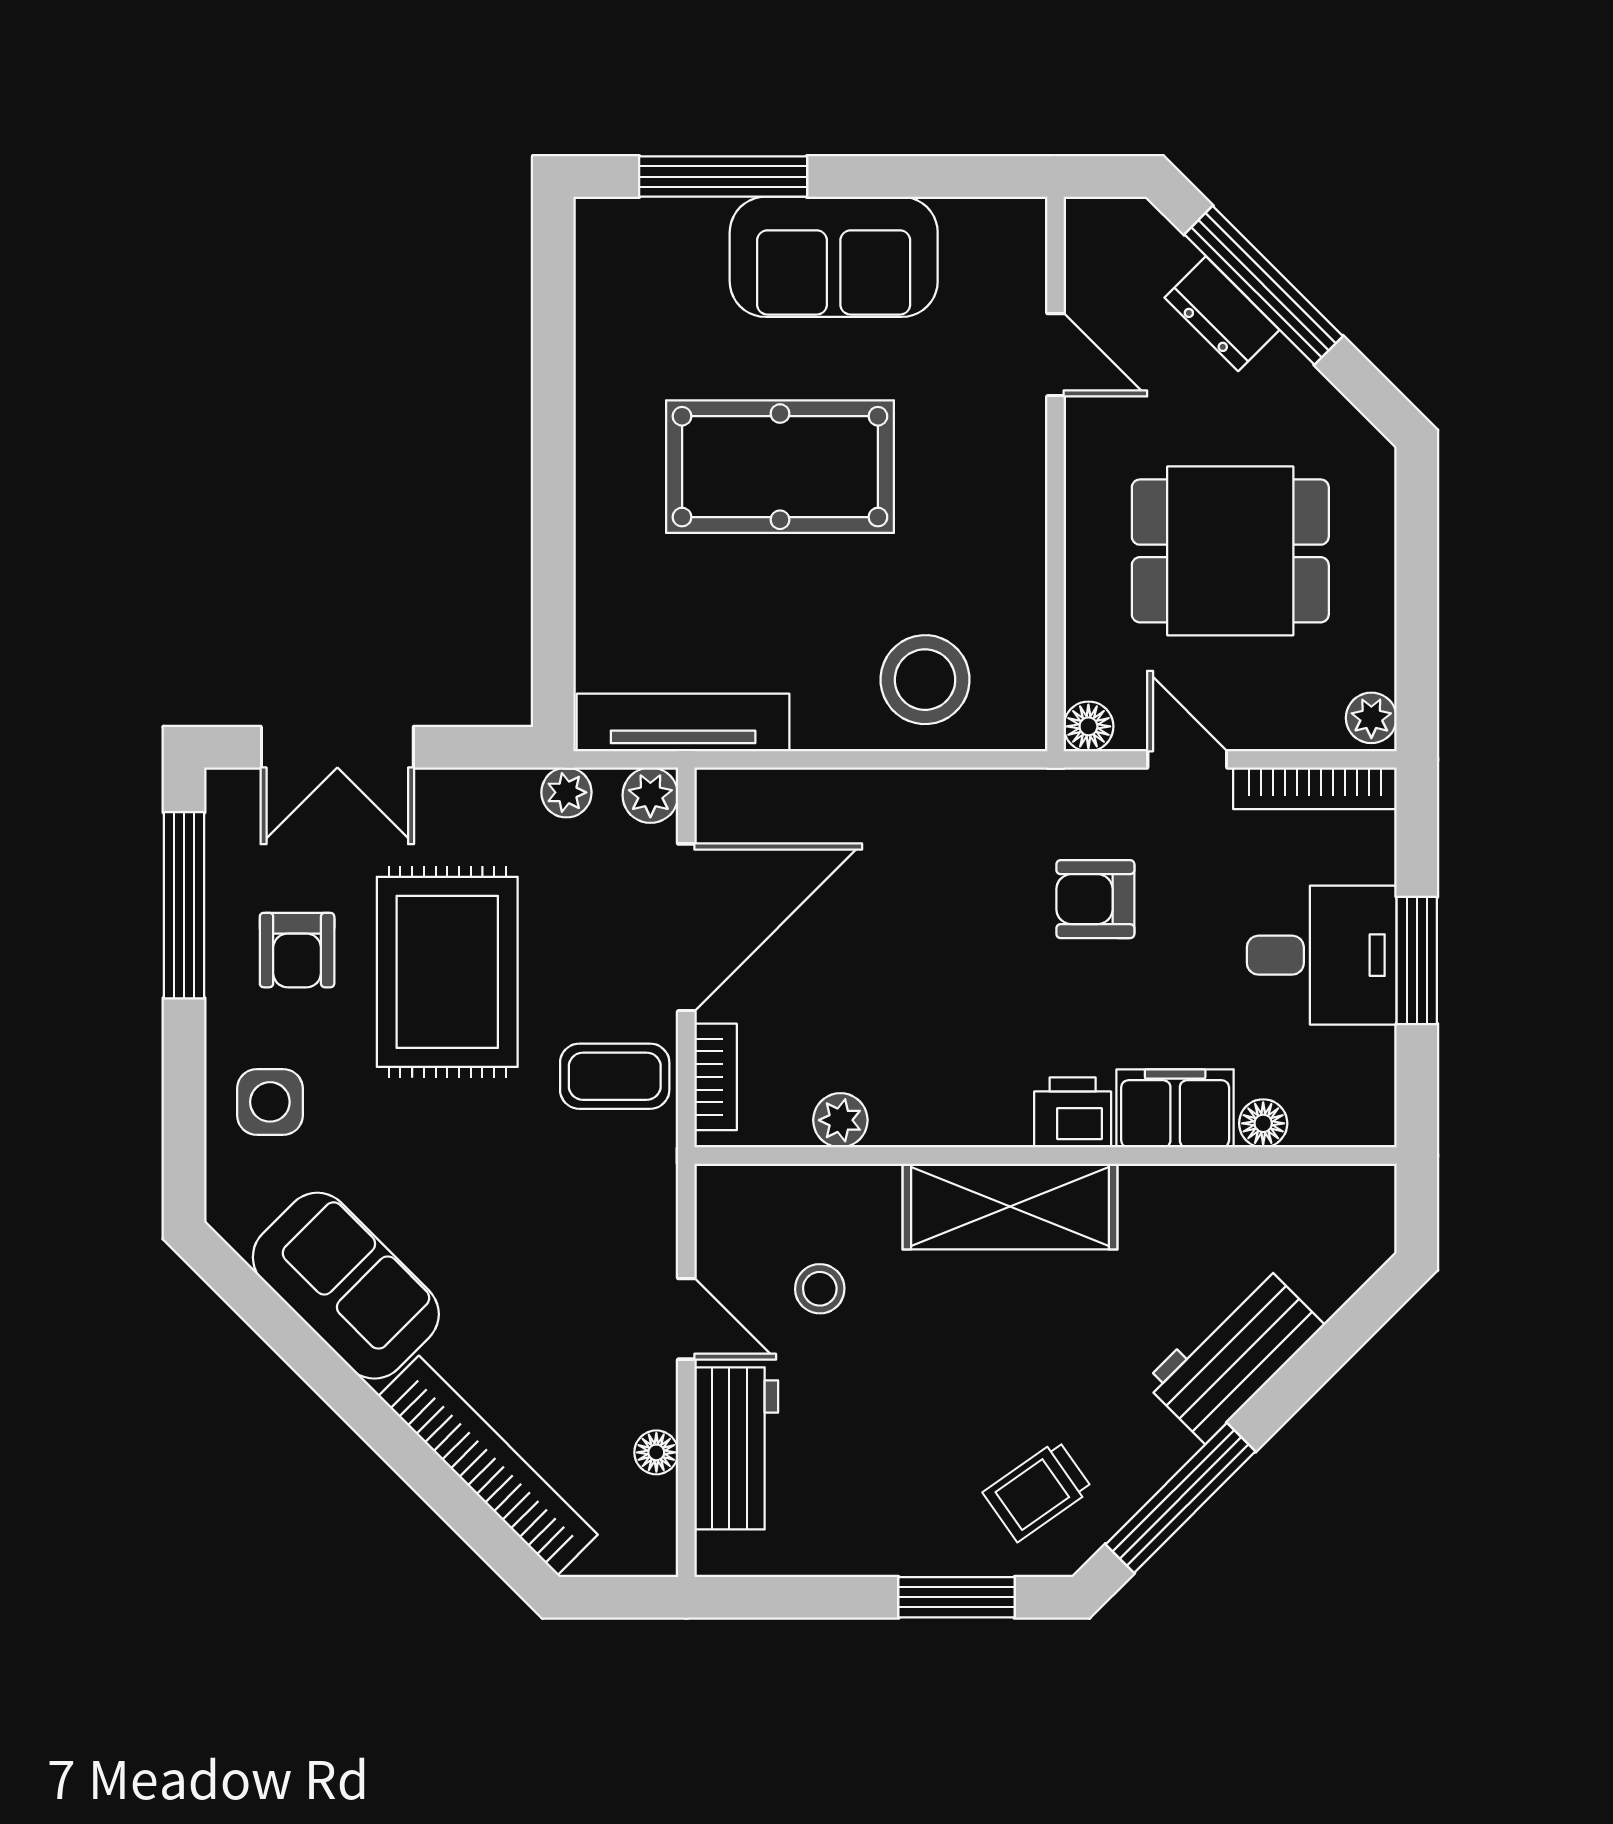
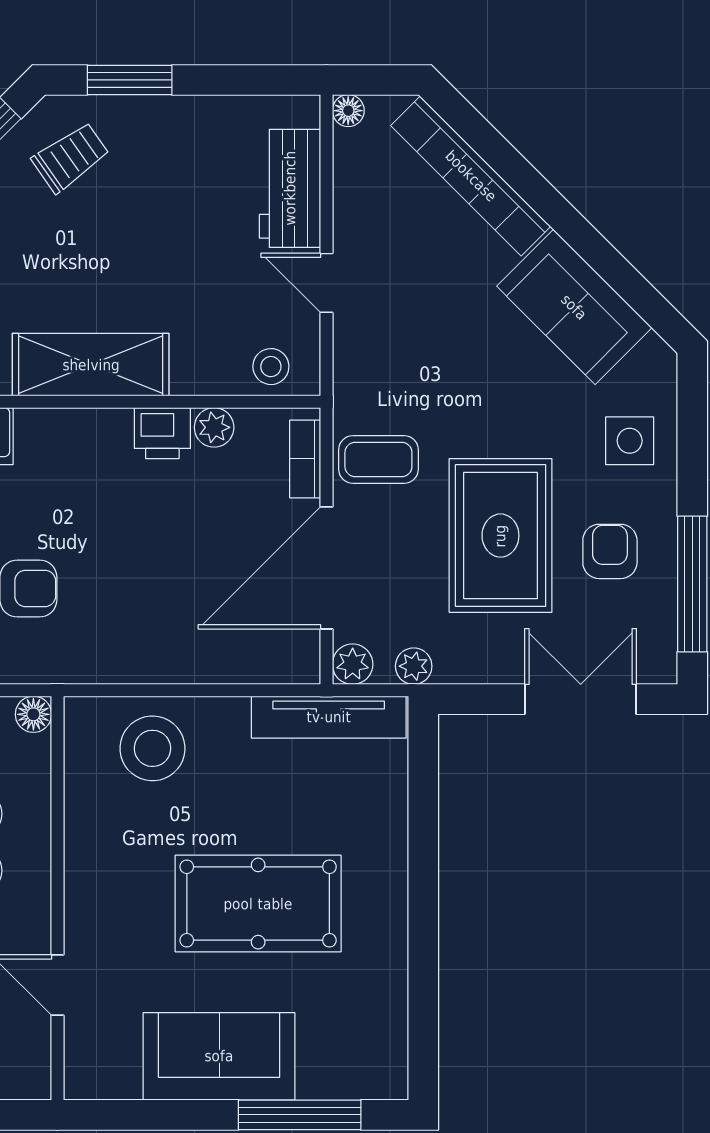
printer: (1073, 1112) -> (162, 433), moved
stool: (820, 1289) -> (271, 367), moved
floor lamp: (656, 1452) -> (348, 111), moved

